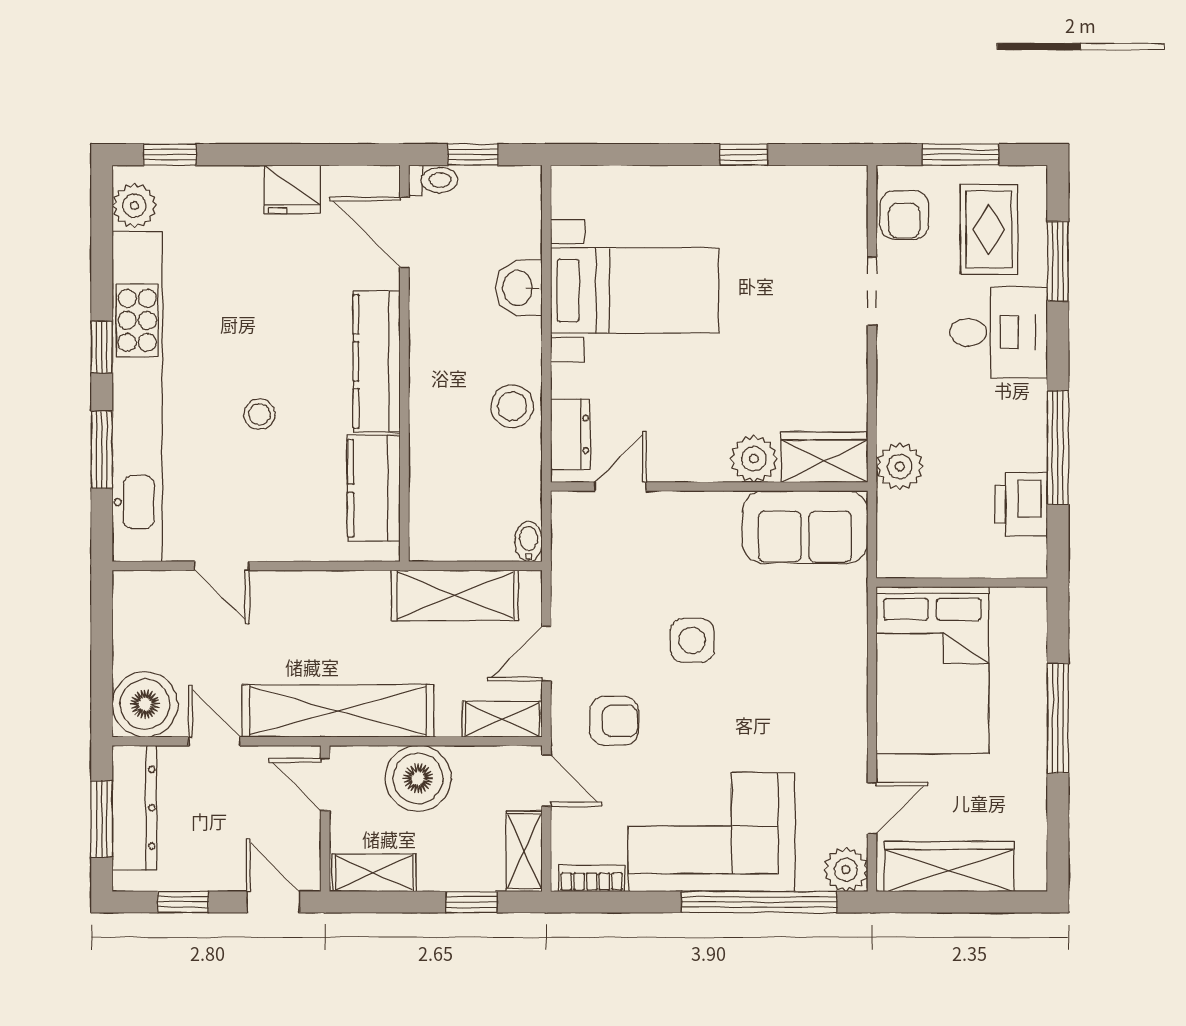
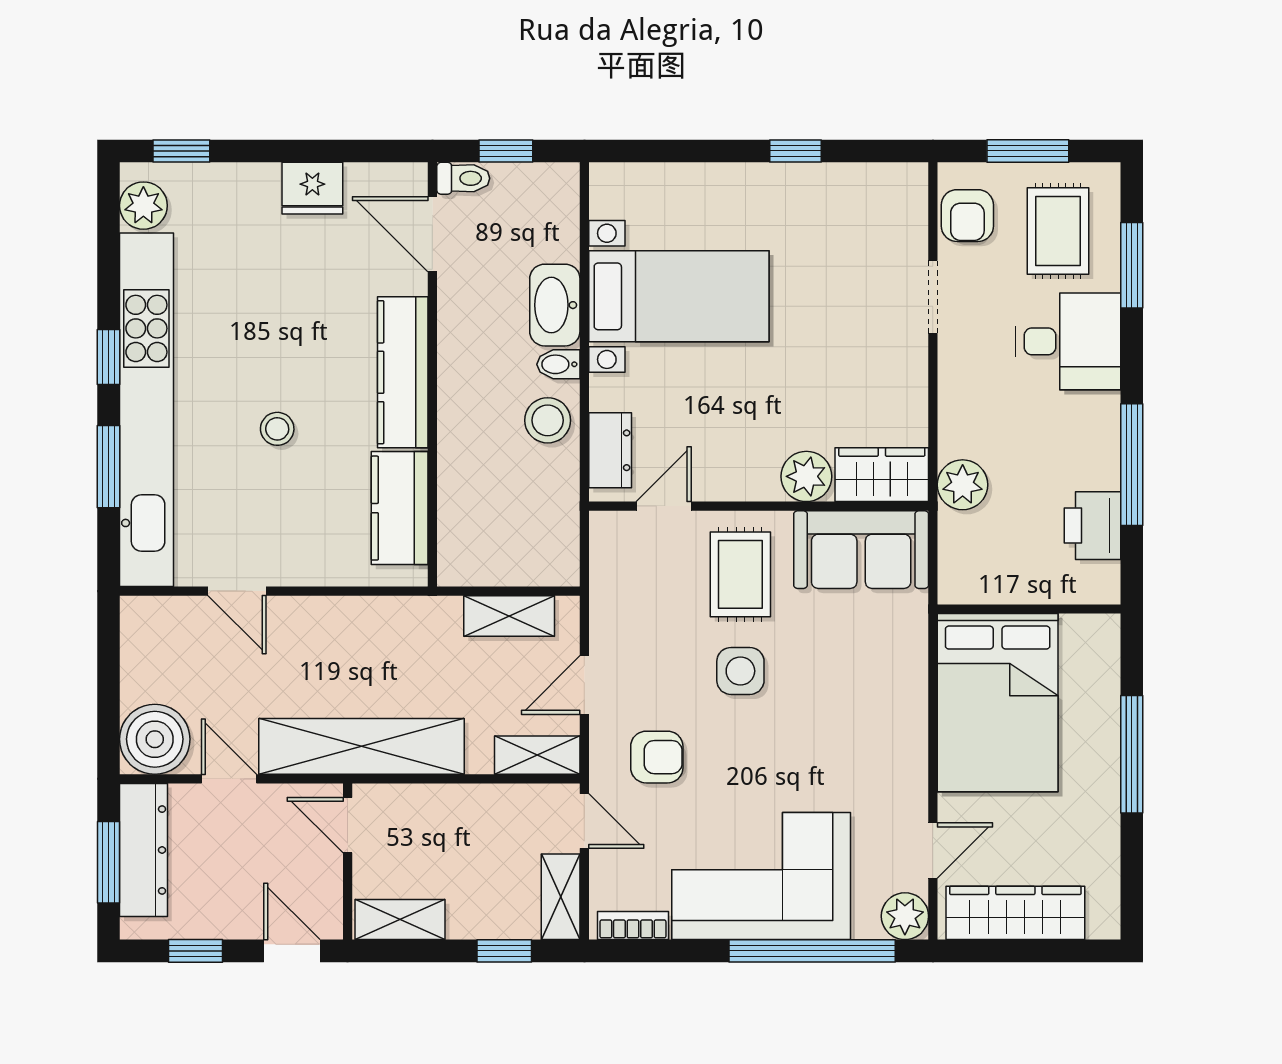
washbasin: (519, 288) -> (555, 305), width x1.38
bidet: (529, 542) -> (558, 364), moved, turned -90
rug: (692, 550) -> (740, 574), added
shelving: (455, 595) -> (509, 616), width x0.67, depth x0.75
boiler: (418, 778) -> (447, 819), removed

